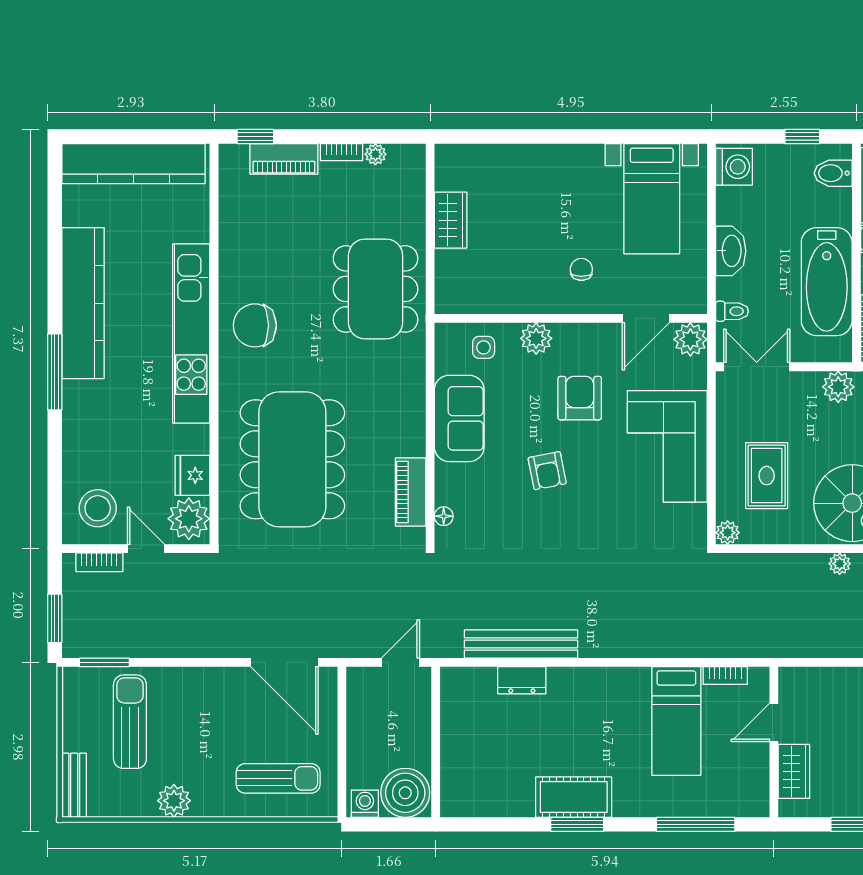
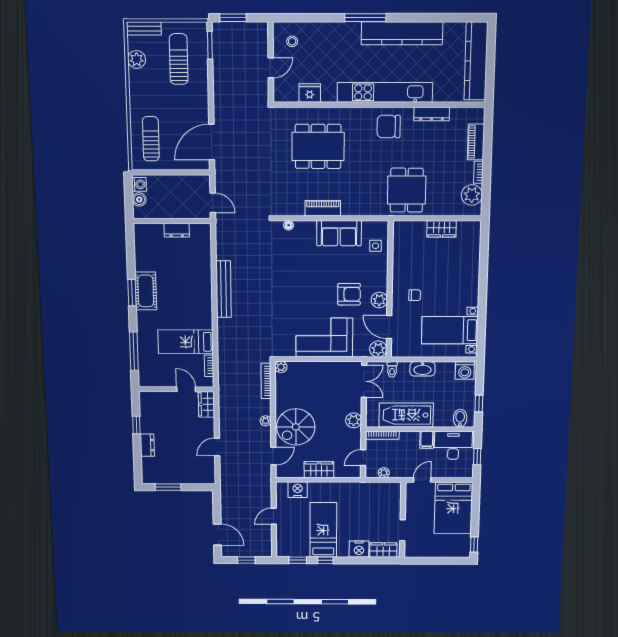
window: (255, 137) -> (488, 127), removed
plant: (375, 154) -> (472, 195), width x1.88, depth x1.88
dresser: (231, 244) -> (432, 114), added
dining table: (376, 289) -> (407, 190), width x0.73
chair: (255, 325) -> (389, 126), turned -90
plant: (536, 338) -> (379, 300), moved
dining table: (292, 459) -> (318, 146), width x0.73, depth x0.80
armchair: (547, 471) -> (312, 278), removed
rug: (767, 476) -> (309, 386), removed
piano: (411, 492) -> (323, 208), moved
stool: (98, 508) -> (292, 41), width x0.53, depth x0.53
plant: (189, 519) -> (287, 91), removed
bookcase: (99, 562) -> (266, 381), moved, width x1.56
bench: (521, 644) -> (224, 289), moved
dresser: (522, 680) -> (177, 230), moved, turned -90
sun lounger: (130, 722) -> (179, 59), turned -90
wardrobe: (794, 771) -> (206, 404), moved, turned 90
sun lounger: (278, 778) -> (151, 139), turned 180
boiler: (405, 793) -> (139, 199), width x0.54, depth x0.54
plant: (174, 801) -> (137, 59), moved

